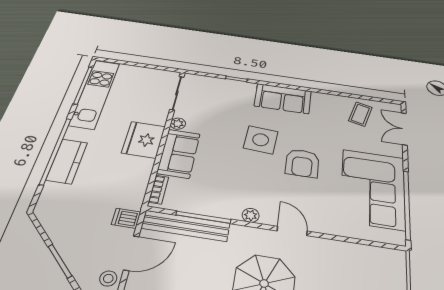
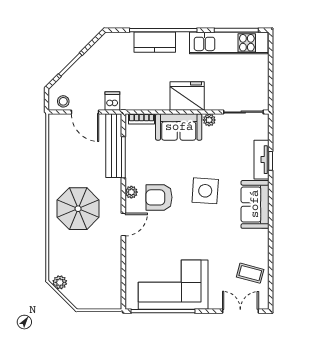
tv unit: (234, 86) -> (261, 160), added
armchair: (302, 163) -> (159, 197), moved

